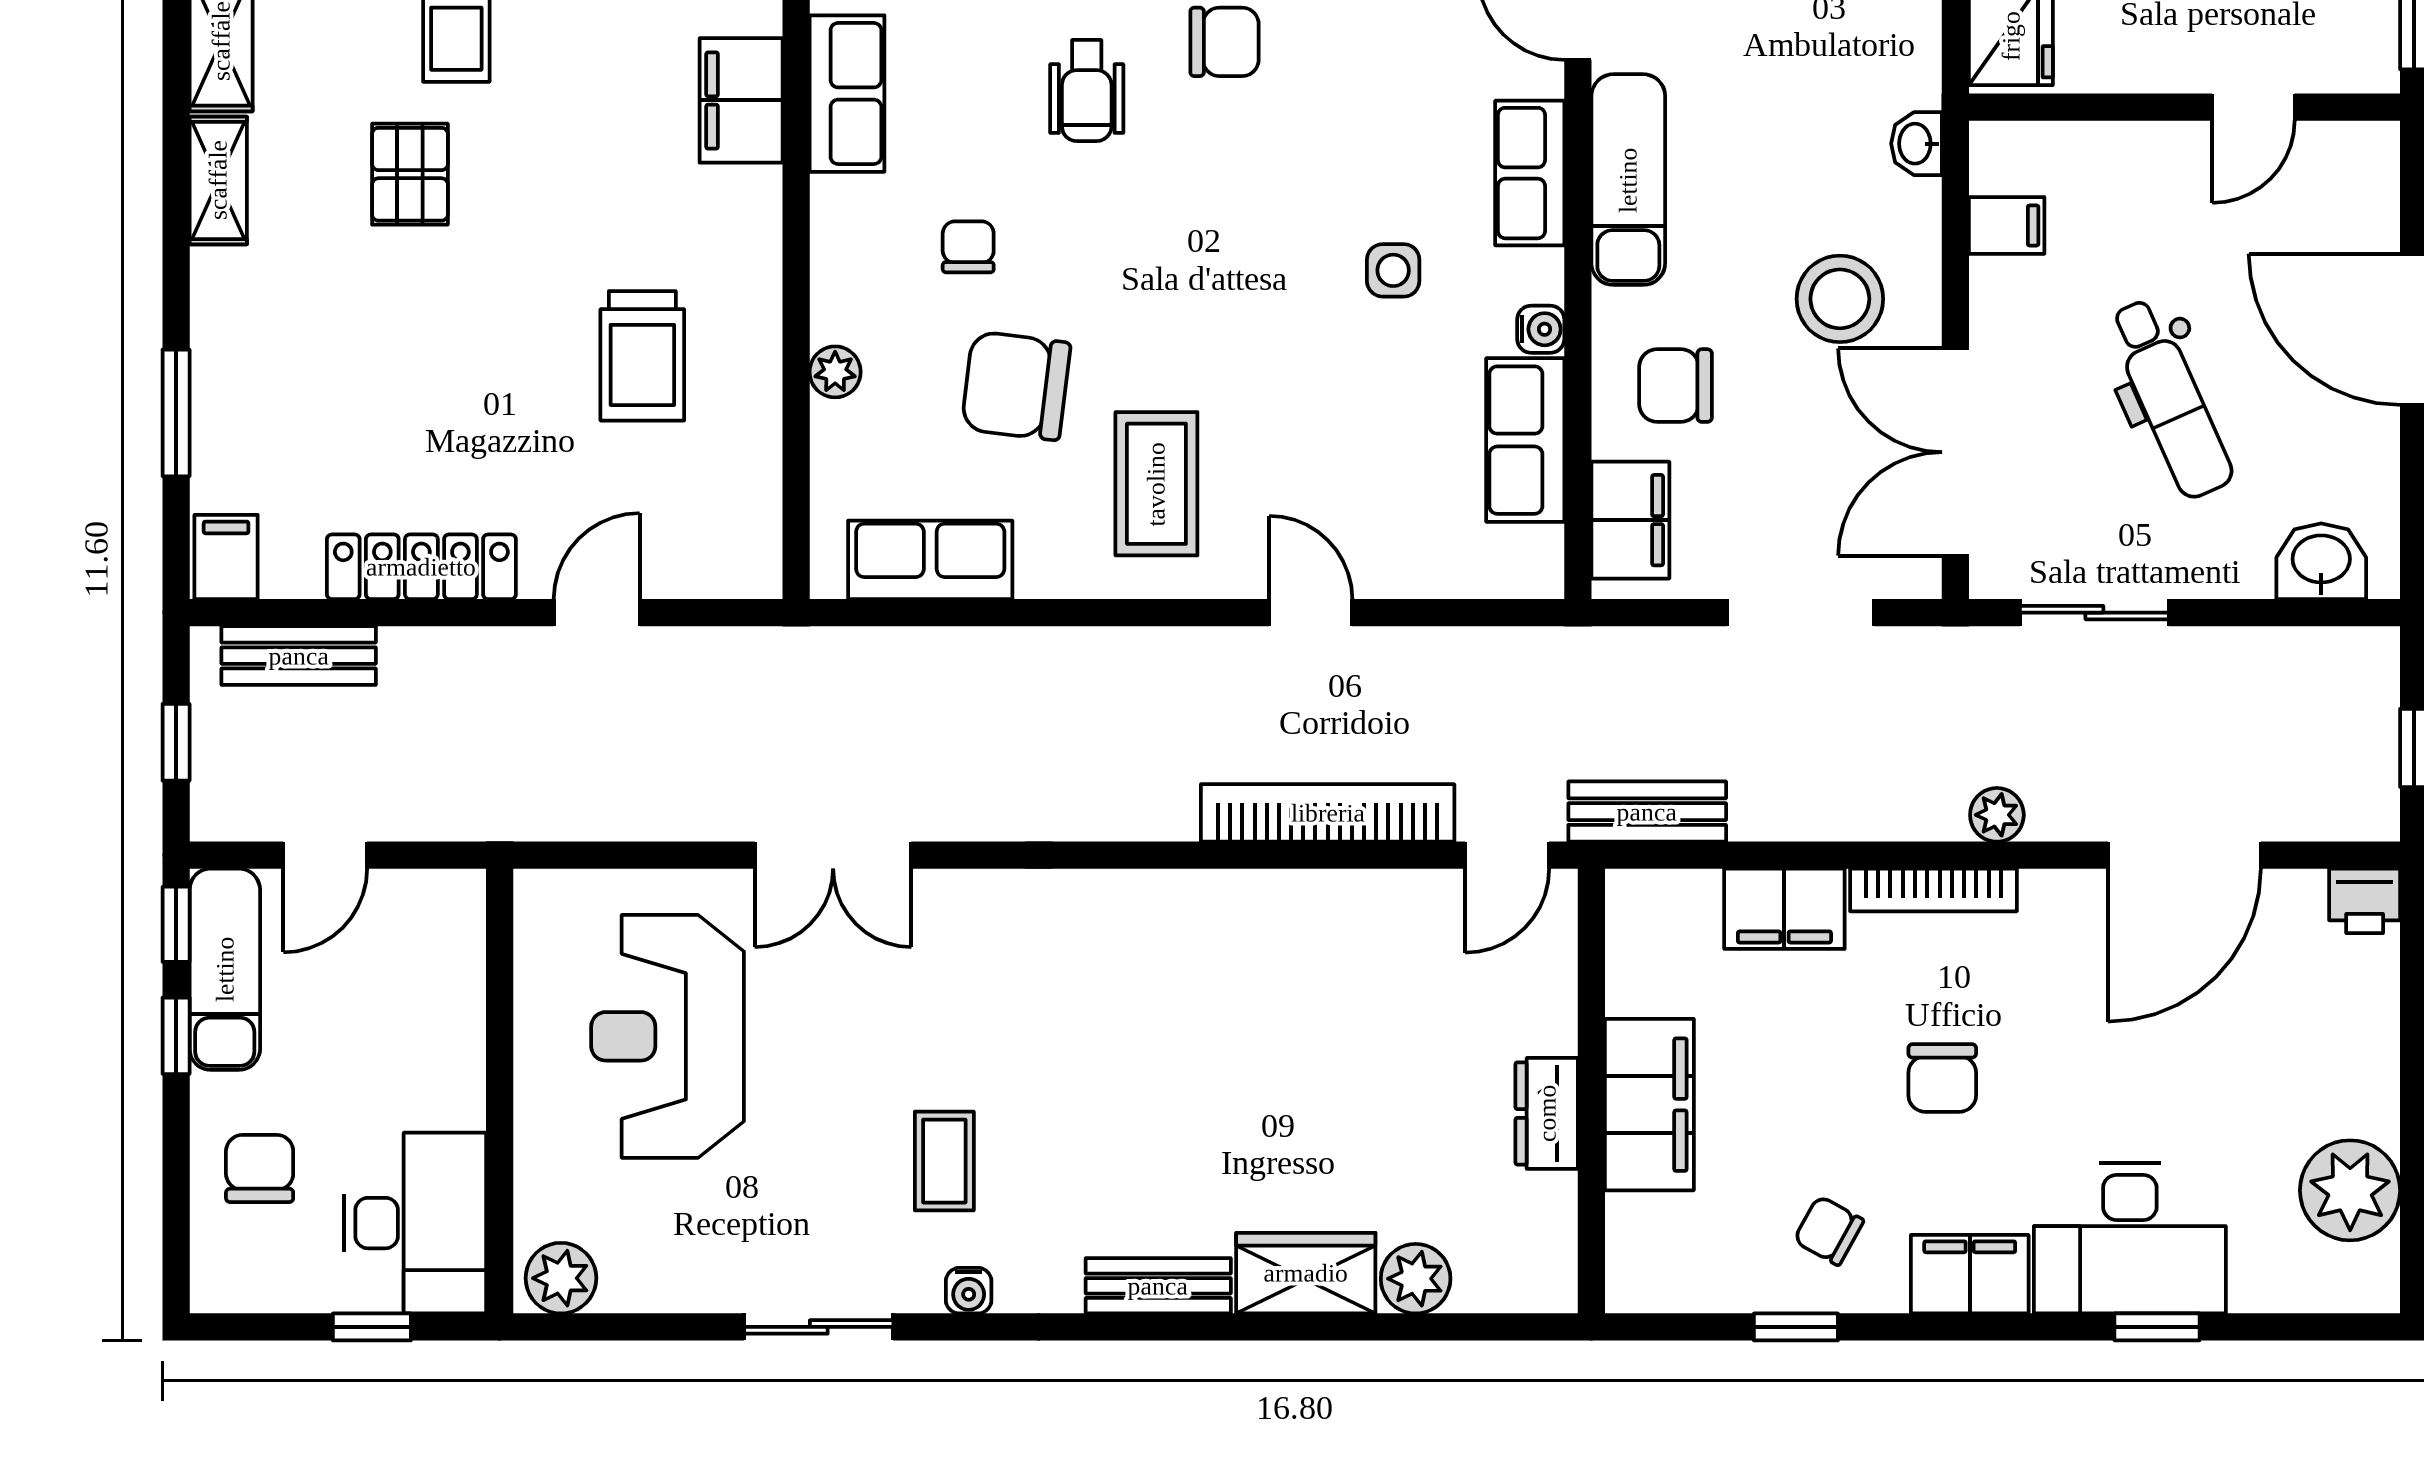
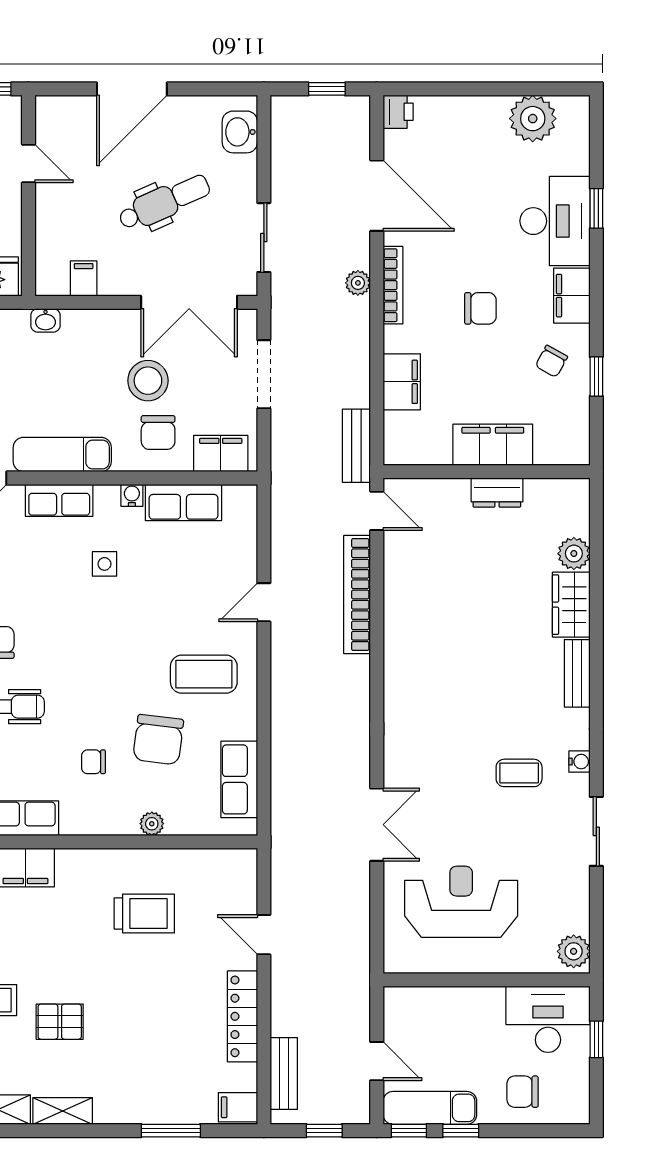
stool: (1840, 299) -> (148, 381), moved
bookcase: (1933, 890) -> (393, 285), moved
reception desk: (668, 1036) -> (461, 902), turned 180

